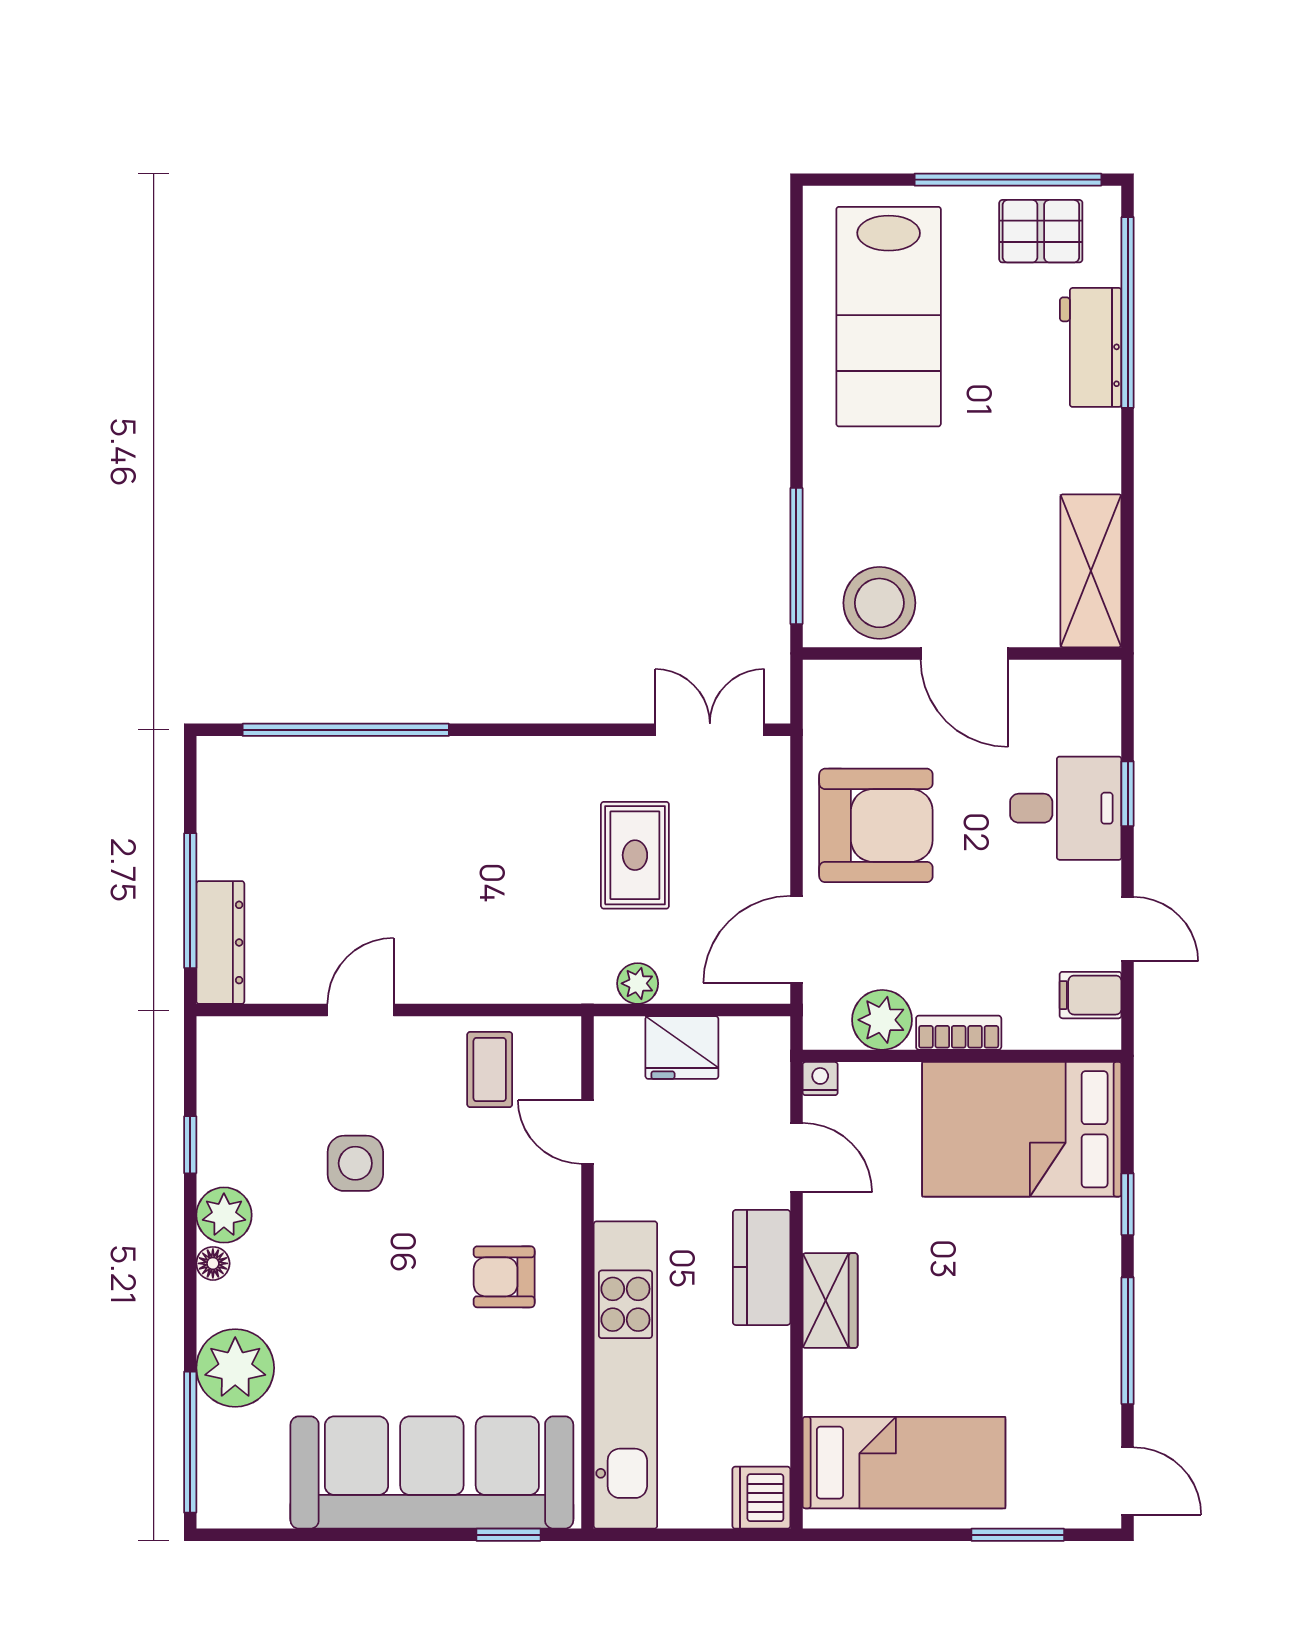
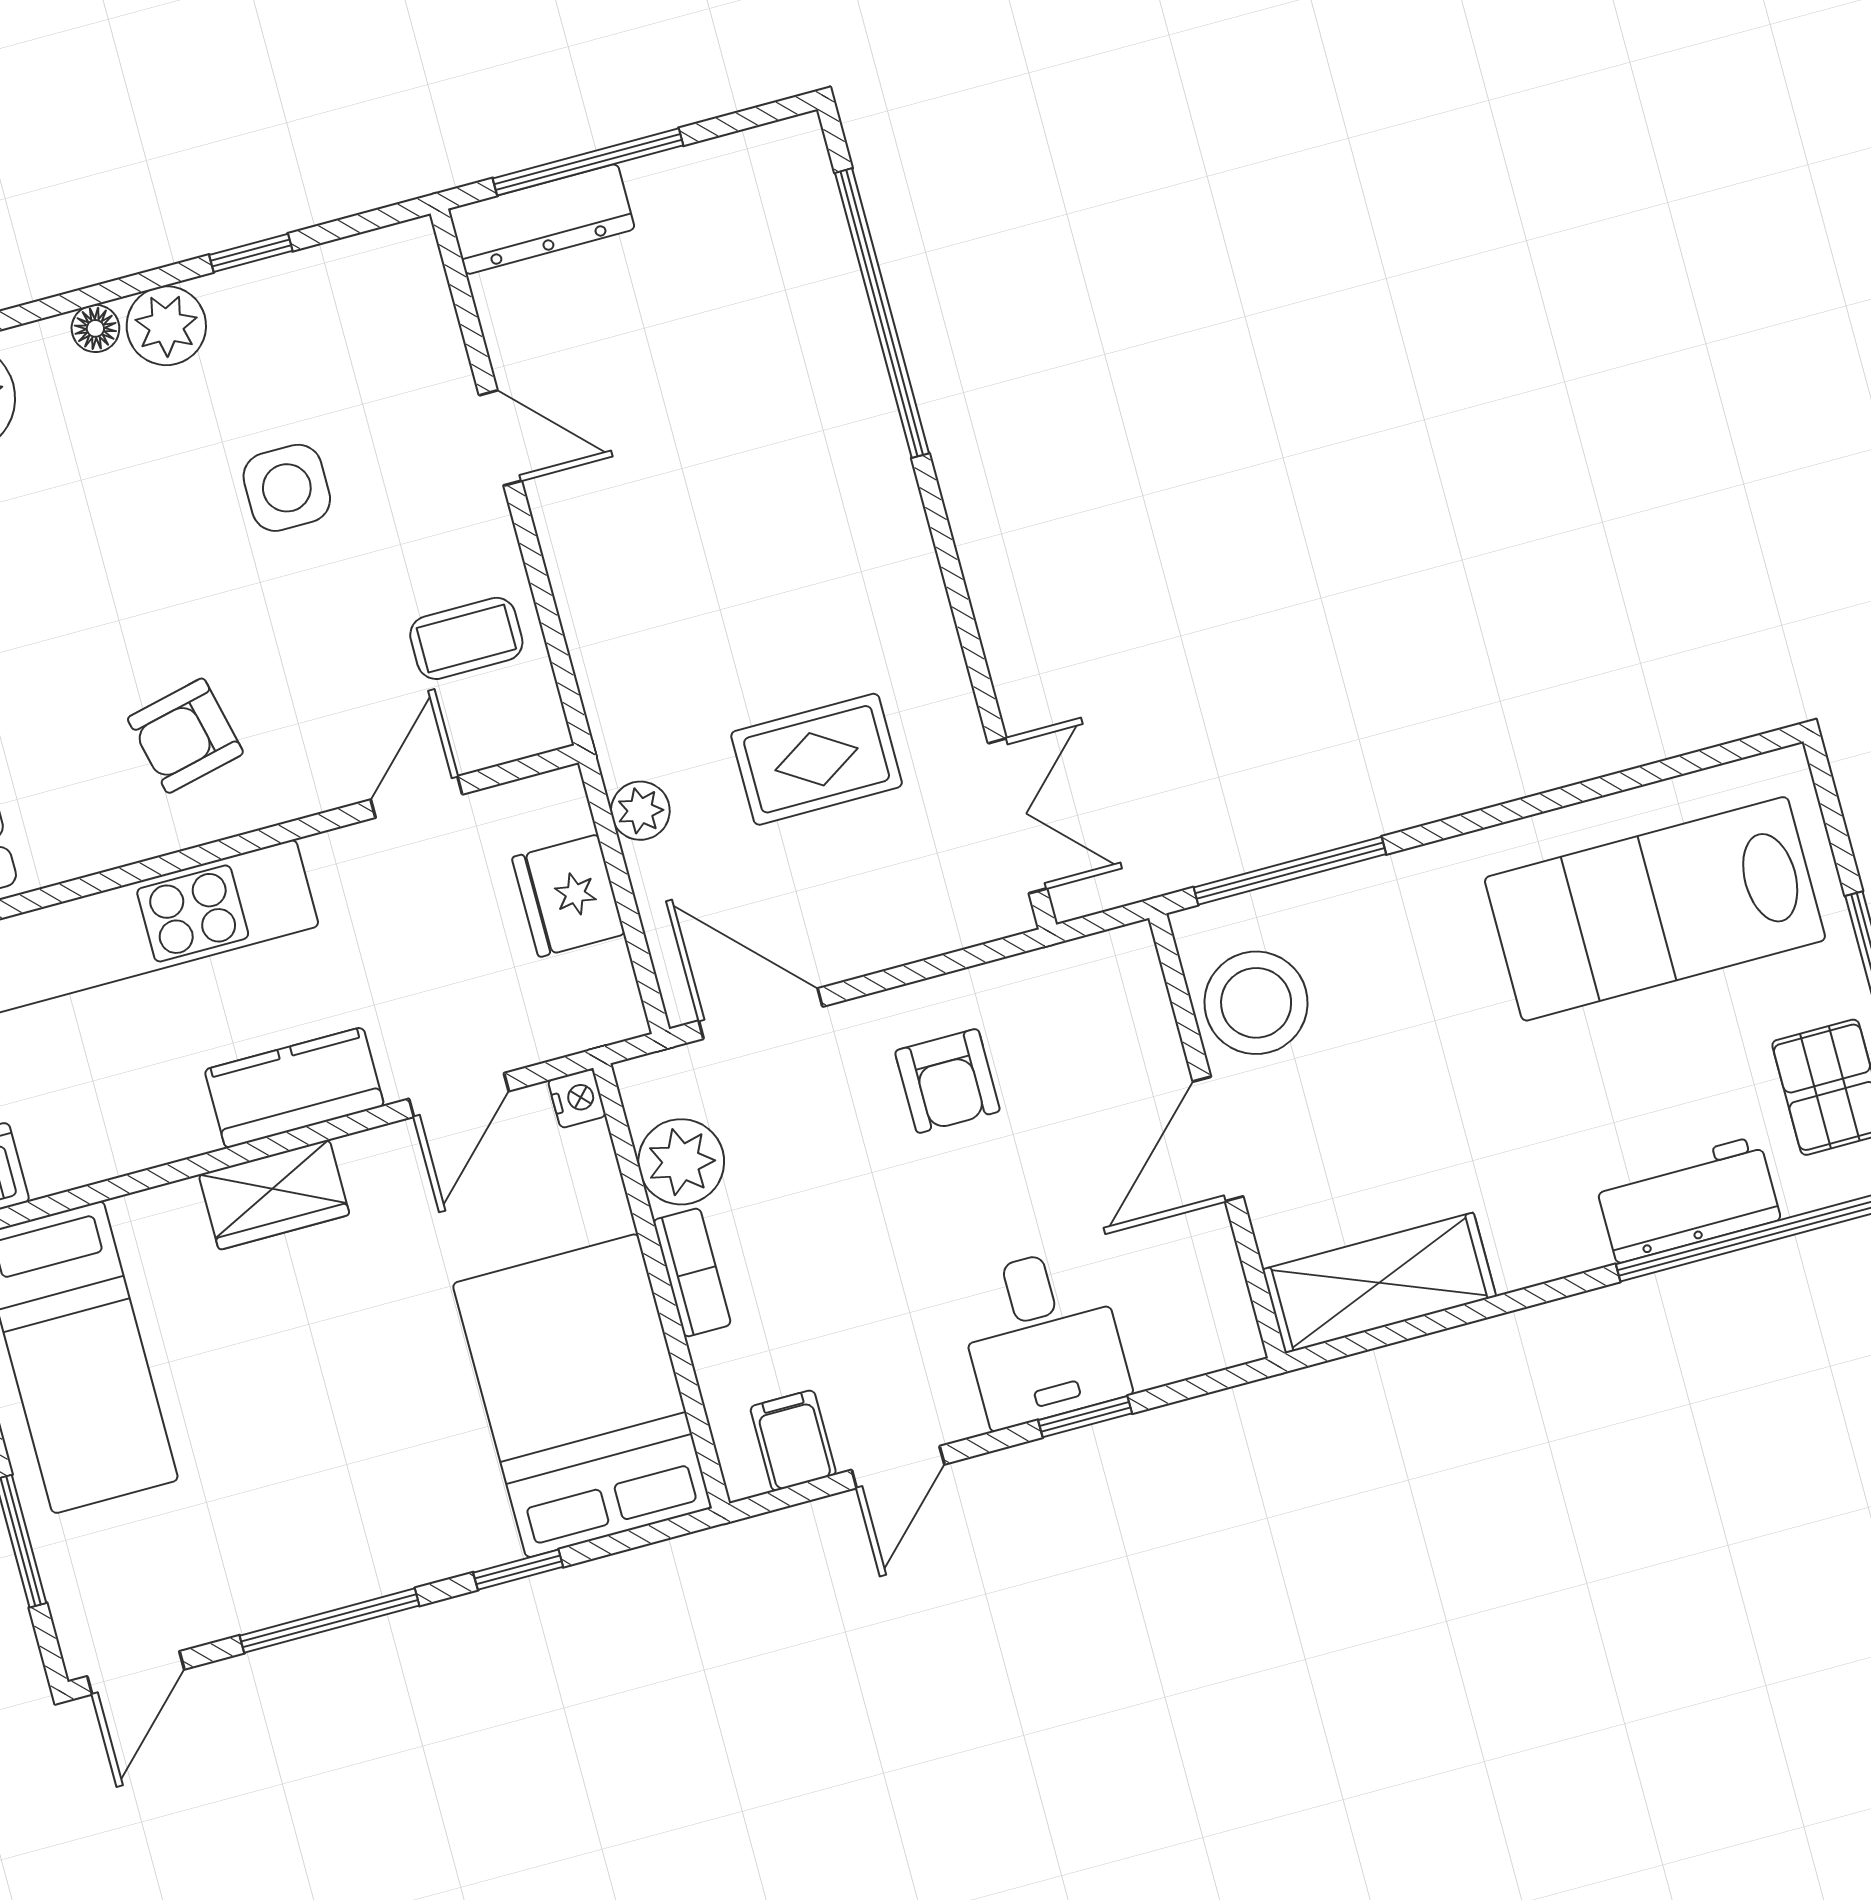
armchair: (876, 825) -> (947, 1081), width x0.53, depth x0.53
armchair: (504, 1277) -> (185, 736), turned -103

